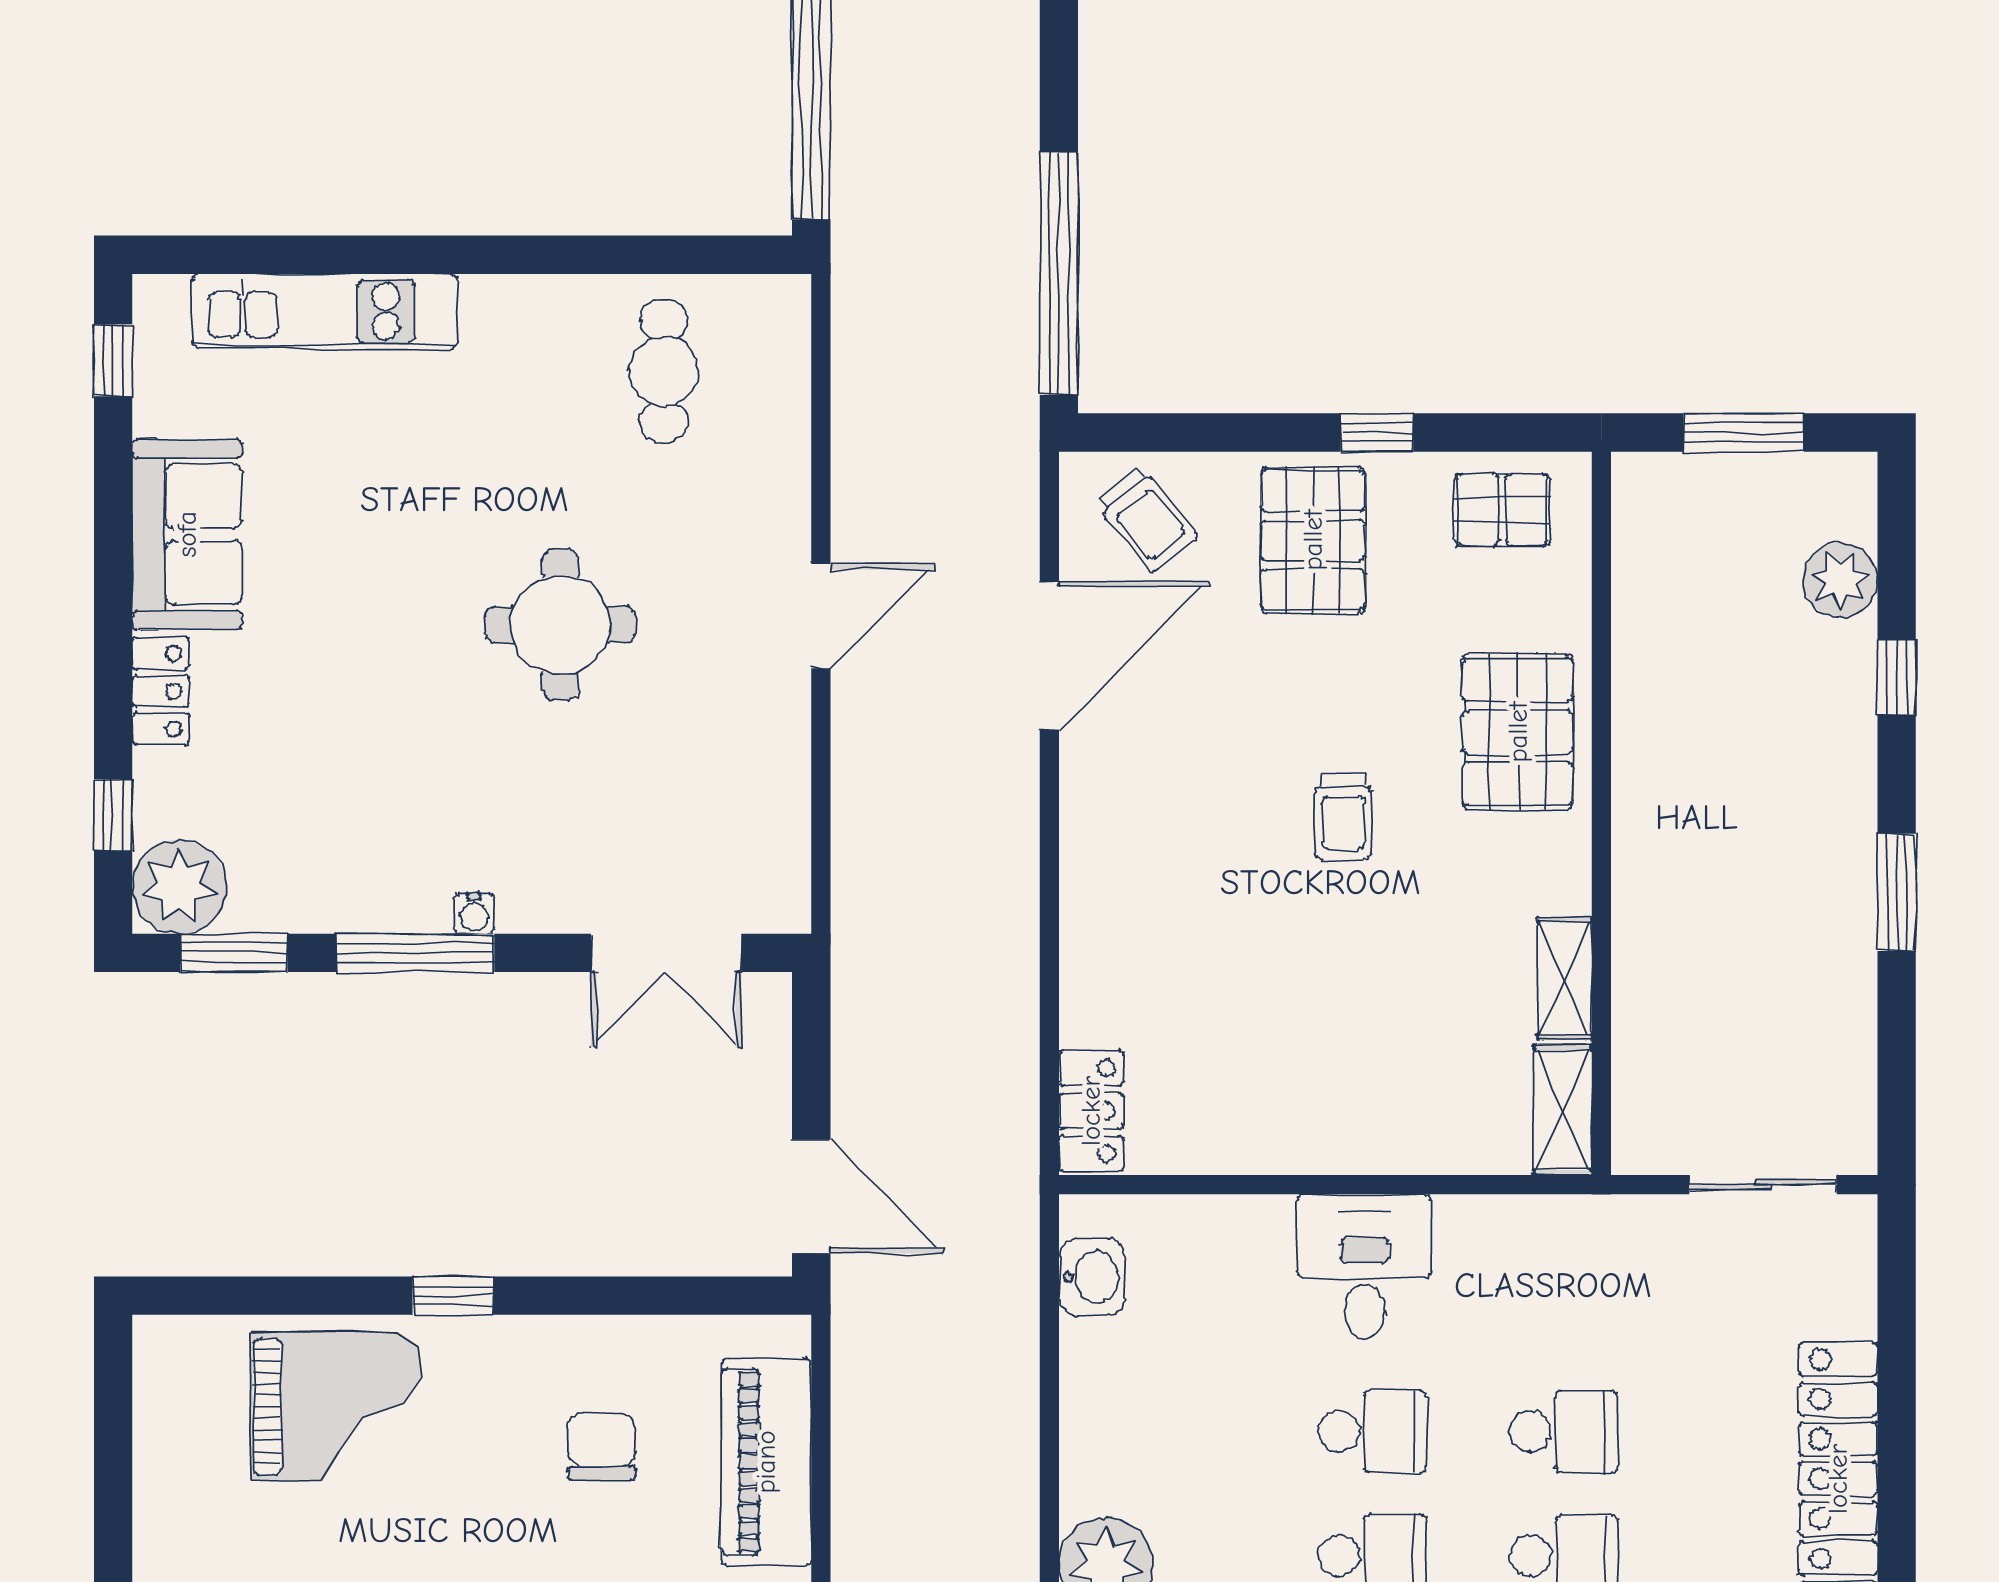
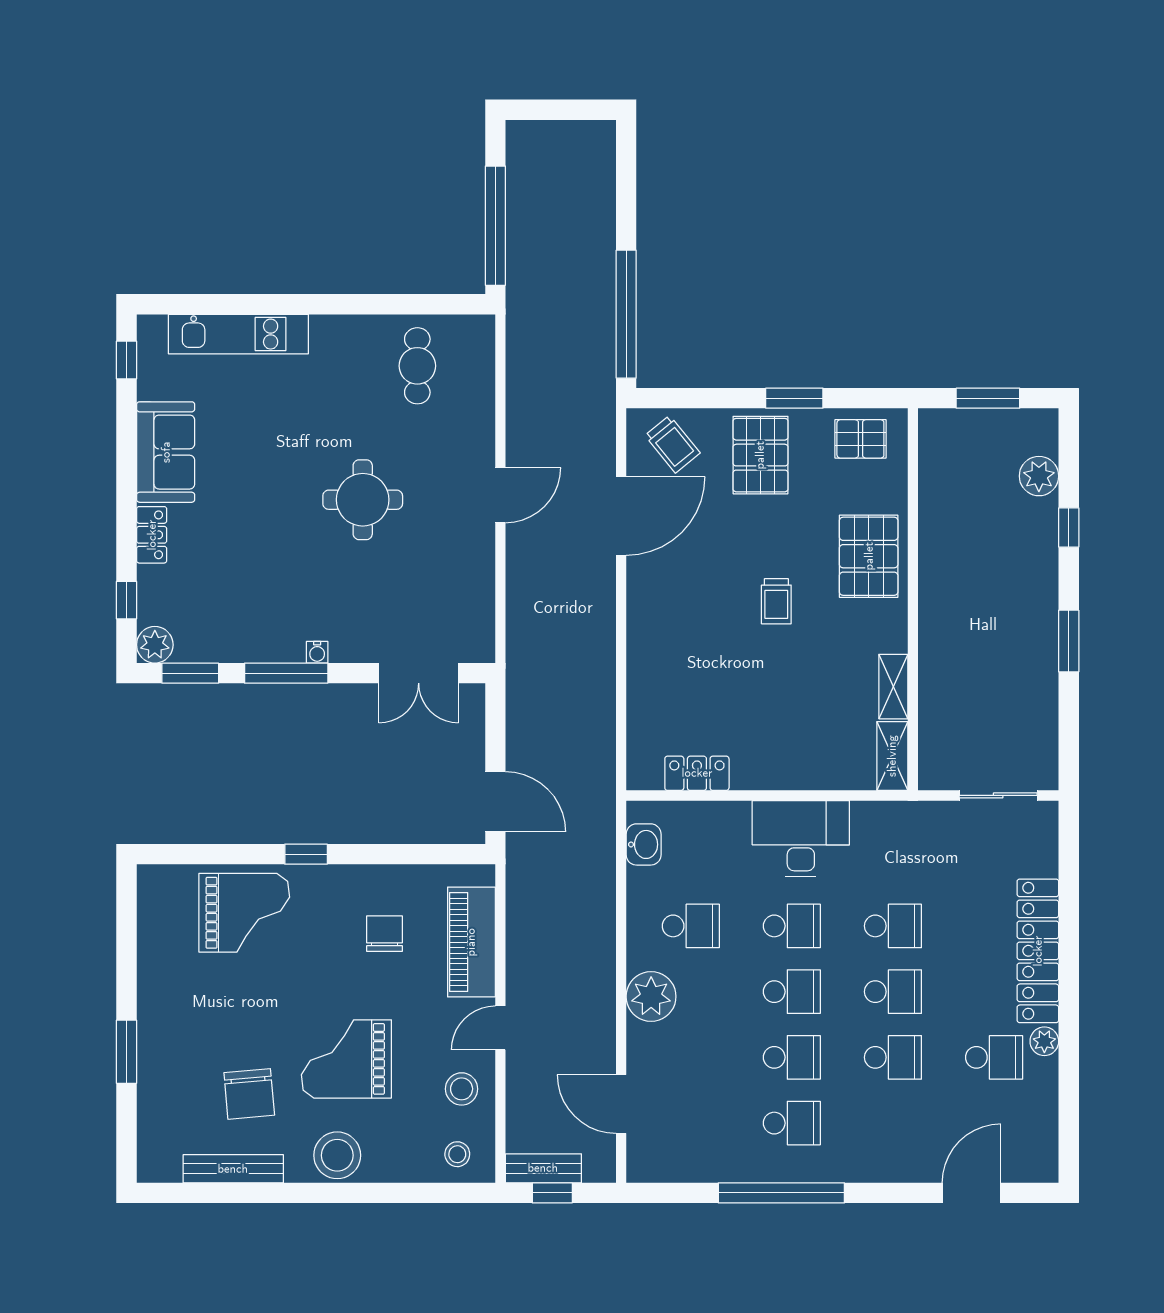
window: (1377, 432) -> (794, 398), width x1.50
plant: (179, 887) -> (155, 645), width x0.73, depth x0.73
locker: (1091, 1111) -> (697, 773), moved, turned -90
desk: (1364, 1266) -> (801, 839), width x1.37
school desk: (1181, 1431) -> (691, 926), added

